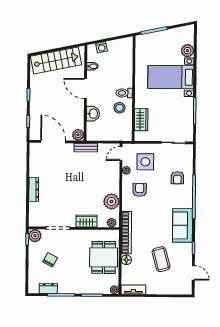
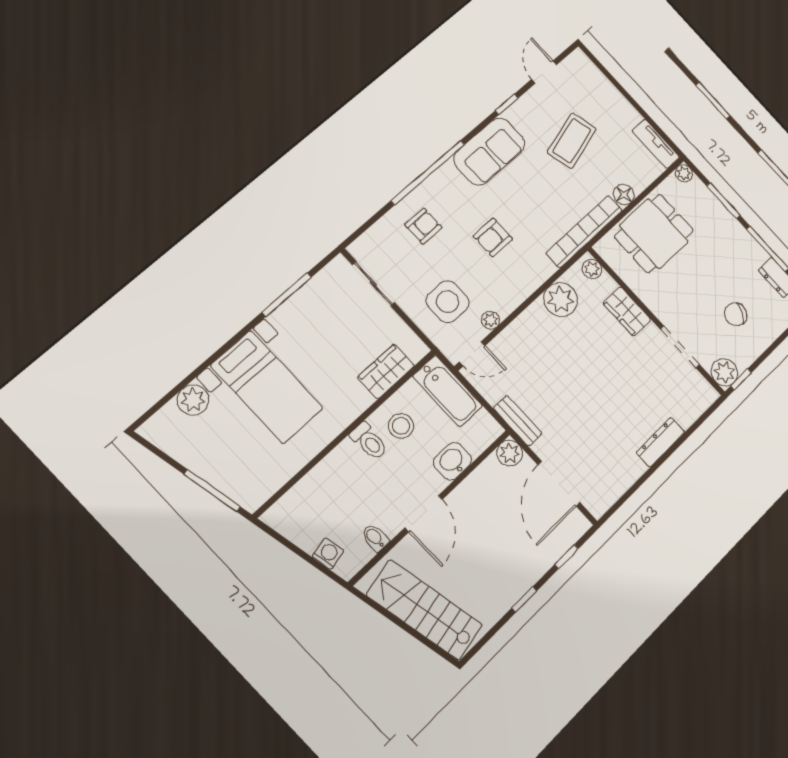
bathtub: (117, 134) -> (447, 391), added
armchair: (140, 190) -> (493, 237), moved

